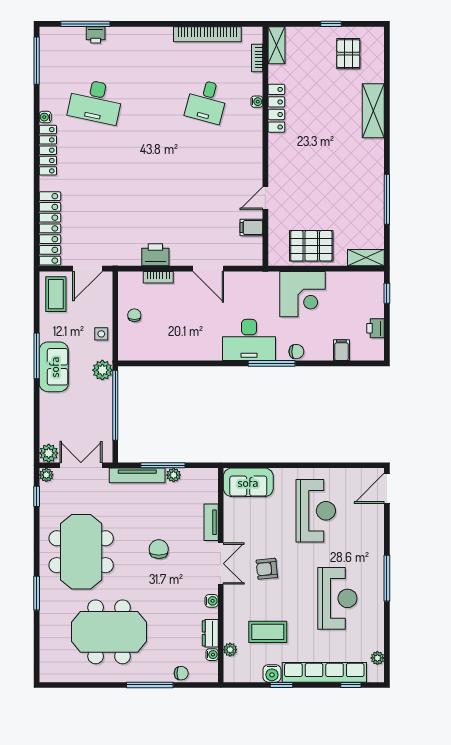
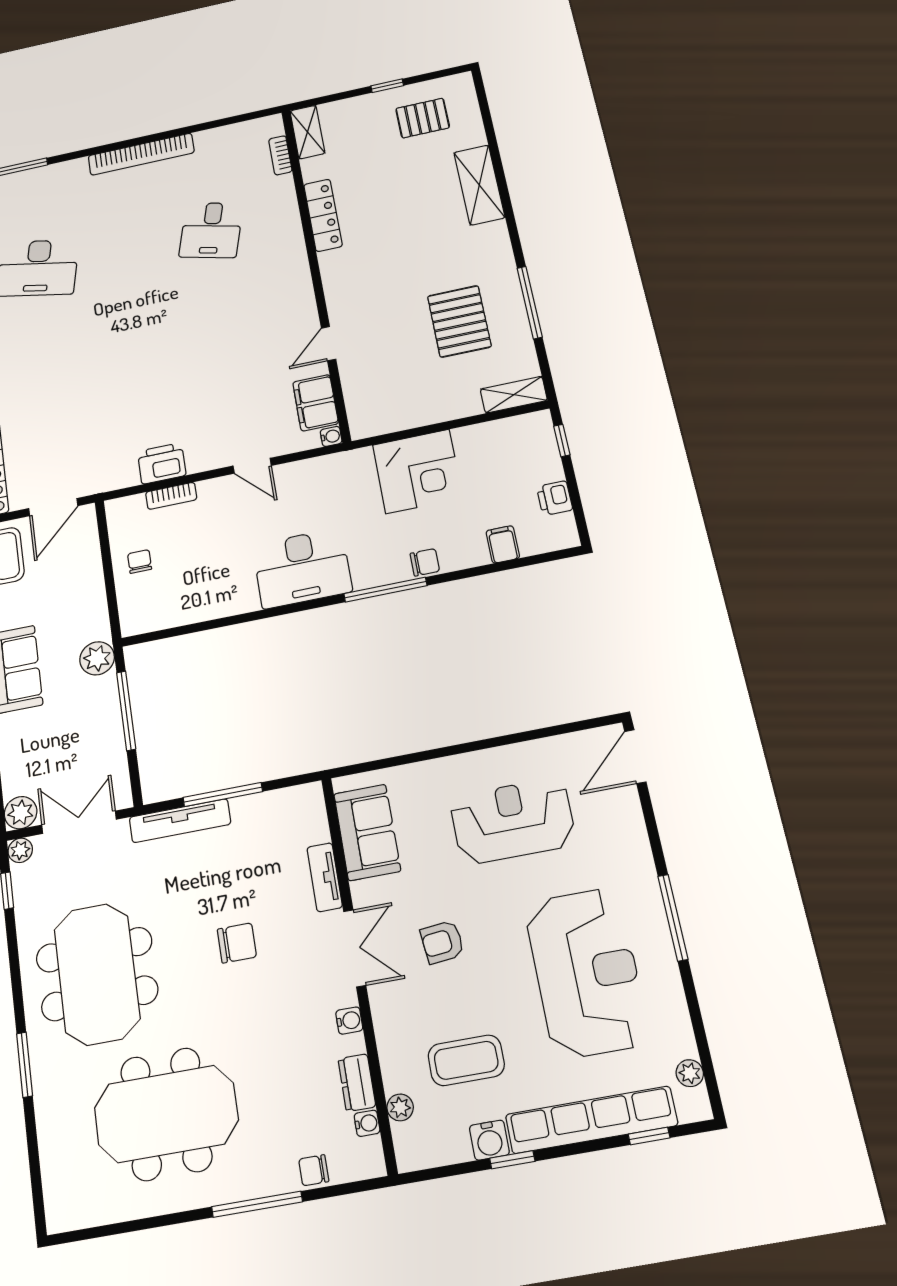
bookcase: (207, 34) -> (141, 154), moved
printer: (96, 35) -> (27, 180), removed
pallet: (348, 54) -> (423, 118), turned 90
water cooler: (257, 102) -> (331, 436), moved
filing cabinet: (251, 228) -> (316, 403), width x2.00
pallet: (311, 246) -> (459, 321), moved, turned 90
door: (208, 269) -> (252, 466), width x0.73
side table: (101, 334) -> (88, 602), removed
desk: (249, 340) -> (302, 568), moved
window: (115, 405) -> (126, 711), width x0.68
plant: (174, 475) -> (244, 808), removed
sofa: (248, 482) -> (367, 832), moved, turned -90
reception desk: (316, 511) -> (513, 821), turned -90
chair: (159, 549) -> (237, 943), turned 90
reception desk: (337, 598) -> (586, 973), width x1.36, depth x1.30
chair: (181, 673) -> (314, 1170), turned 180

